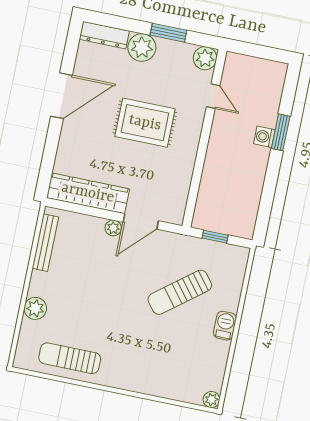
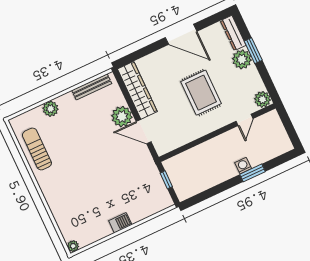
window: (168, 33) -> (253, 51), moved
plant: (113, 228) -> (122, 117), width x1.87, depth x1.87
sun lounger: (180, 292) -> (120, 183), removed

